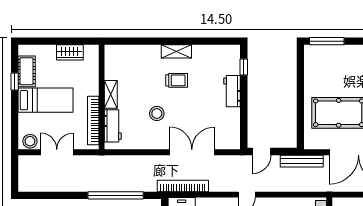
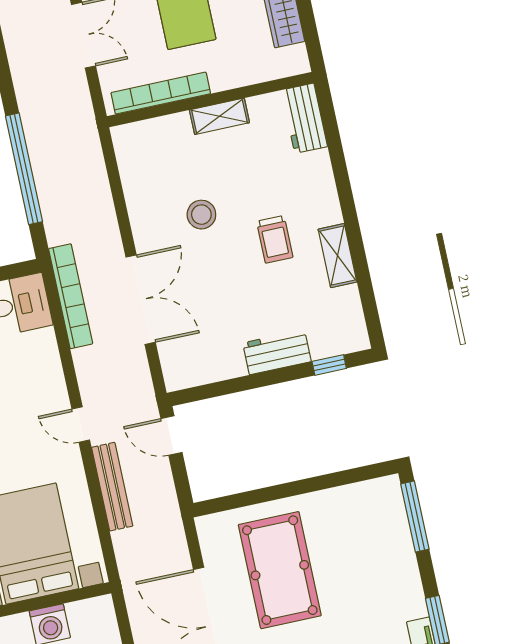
shelving: (176, 51) -> (337, 256), moved
workbench: (113, 126) -> (304, 118), moved, turned 90
bench: (302, 161) -> (112, 487), moved

